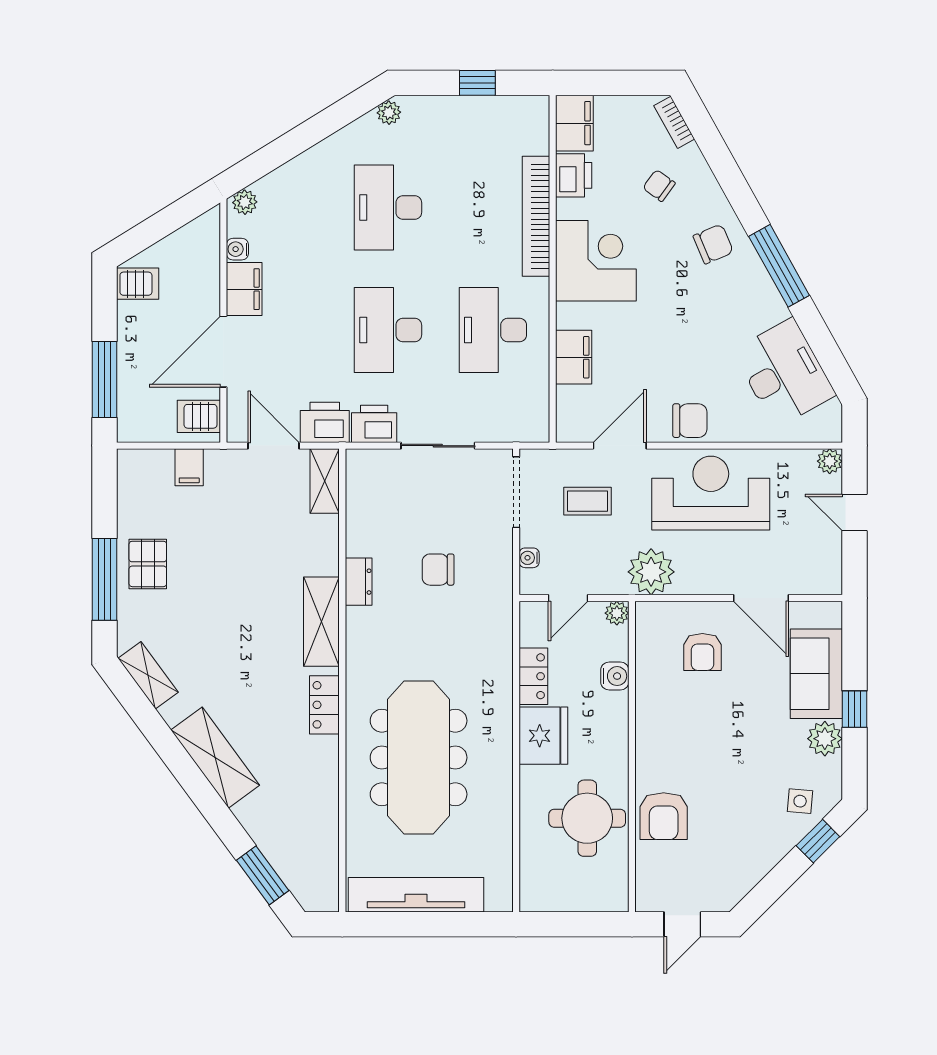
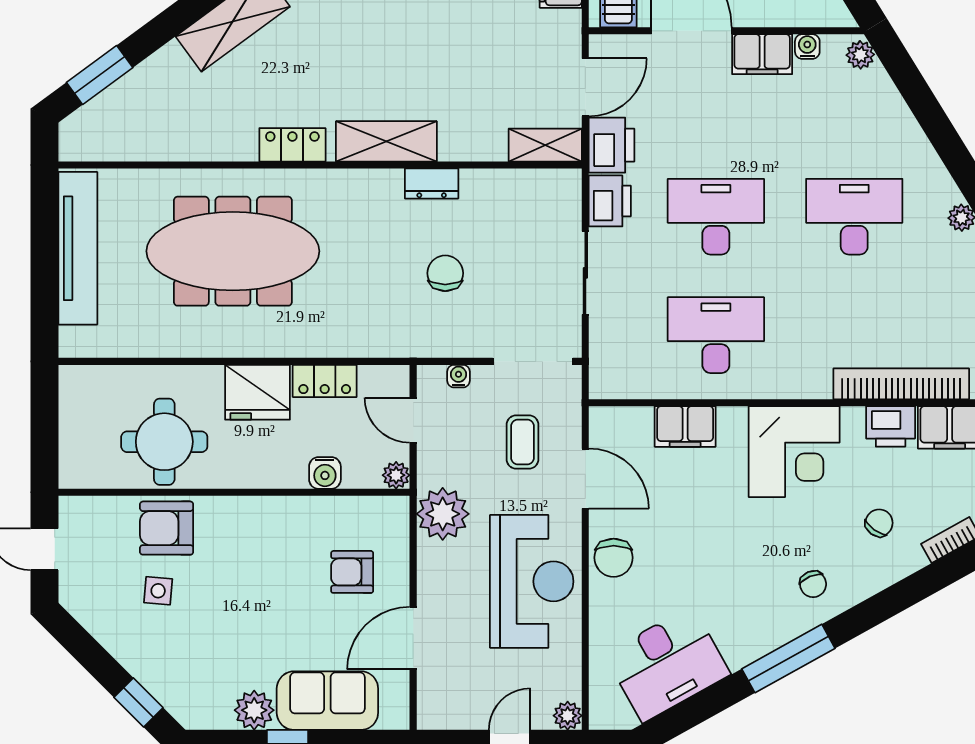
bookcase: (536, 216) -> (901, 384), moved
chair: (713, 244) -> (813, 584), width x0.73, depth x0.73
side table: (800, 801) -> (158, 591), moved

